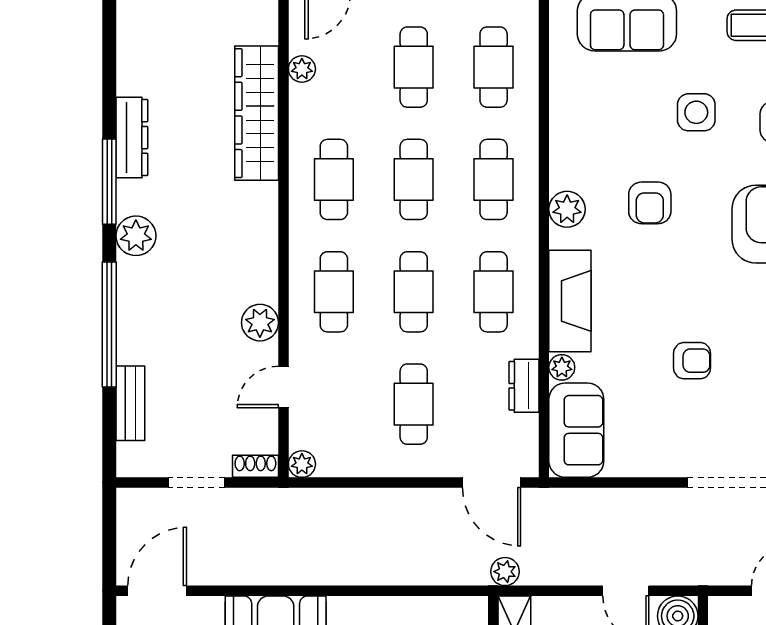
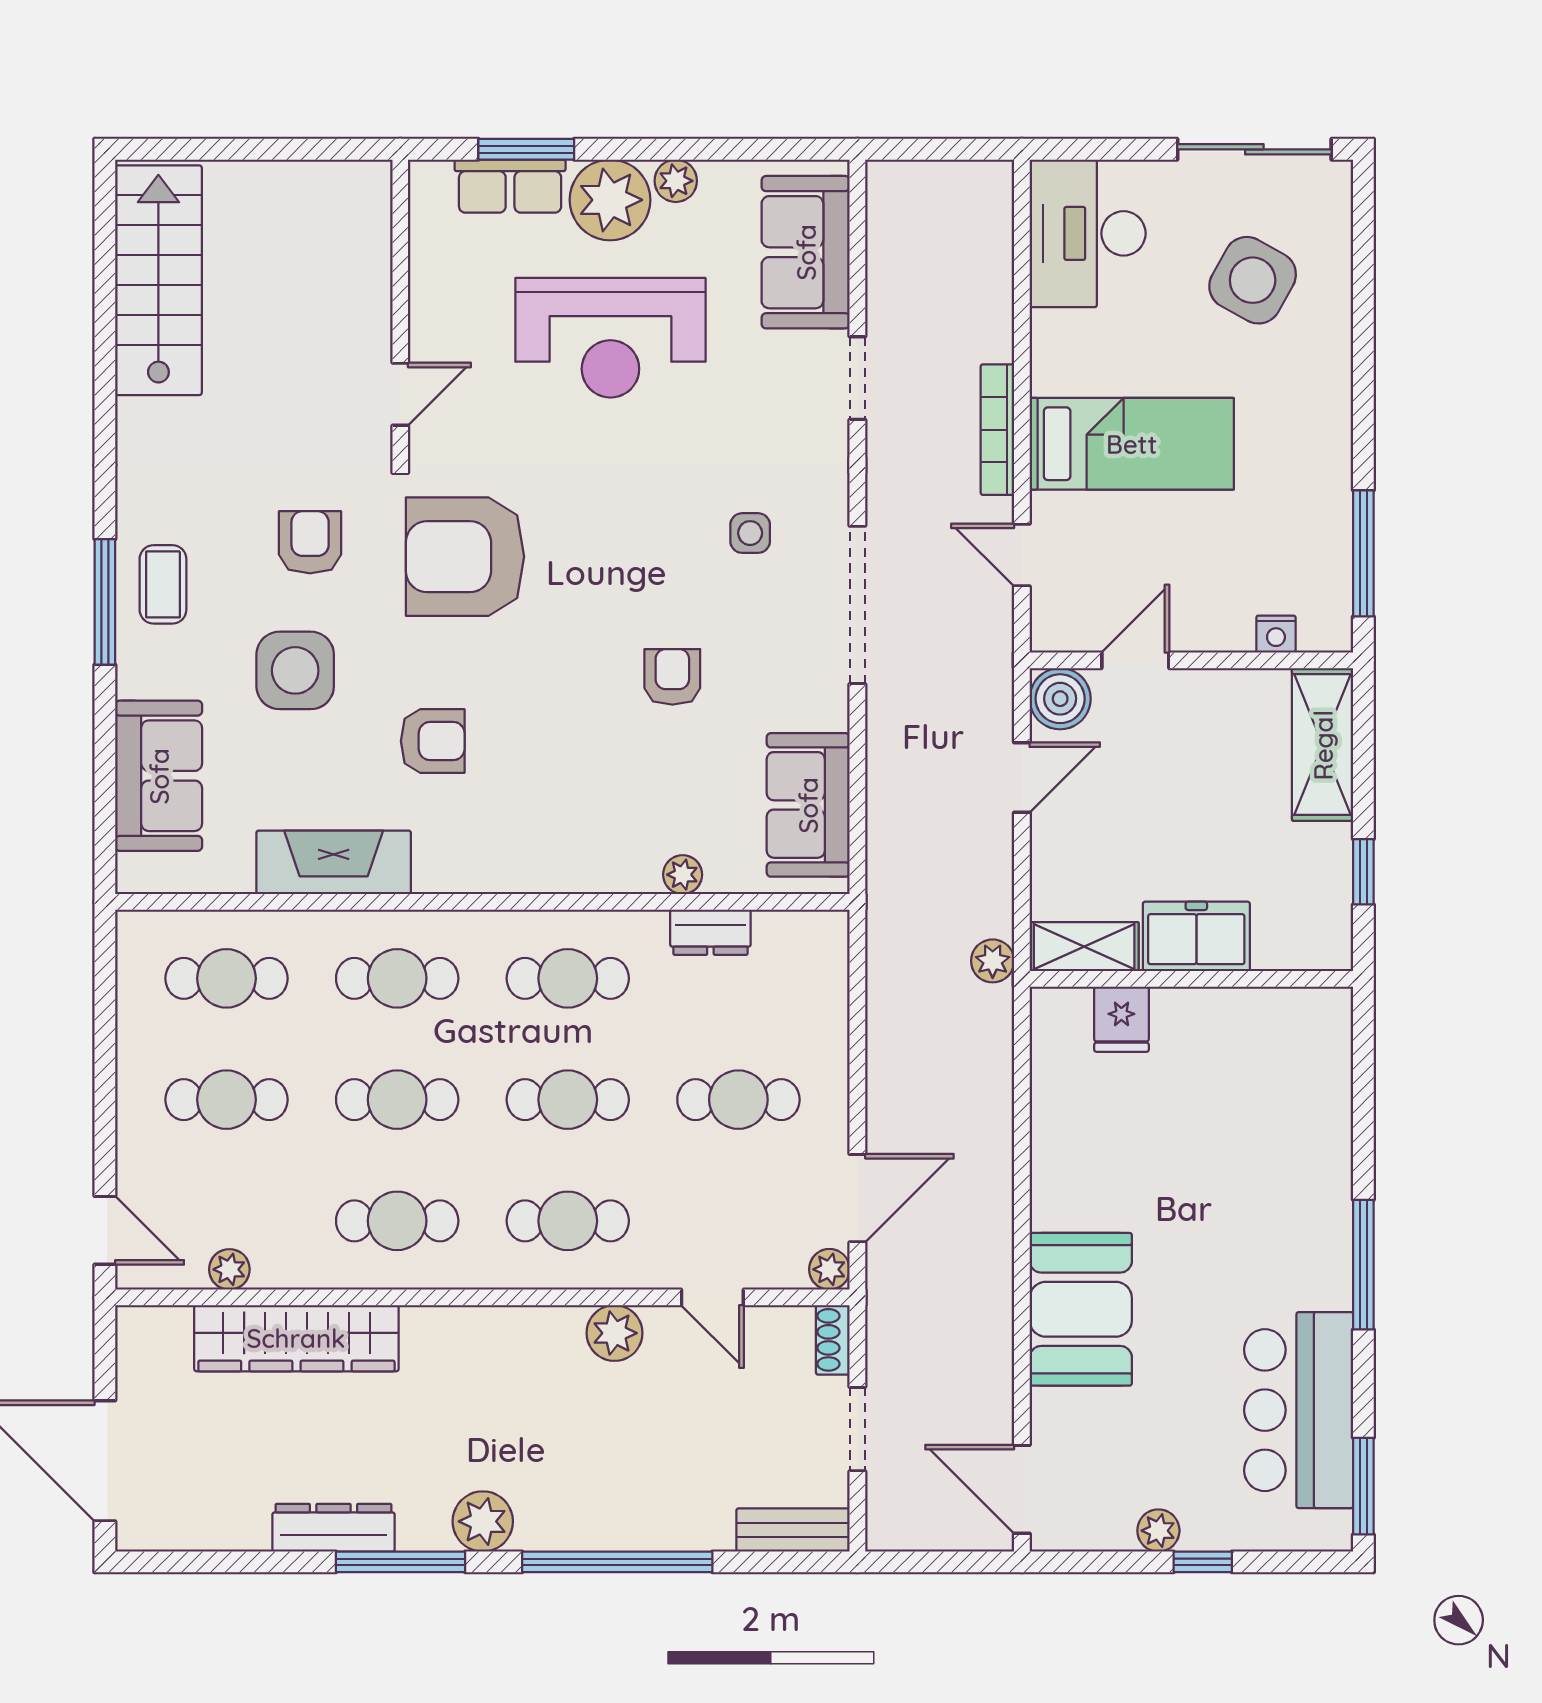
side table: (696, 112) -> (295, 670), width x1.37, depth x1.37
plant: (567, 209) -> (442, 867), removed
fireplace: (570, 301) -> (334, 862), moved
bench: (130, 403) -> (793, 1530), moved
sofa: (576, 430) -> (808, 805), moved, turned -90
door: (491, 483) -> (857, 1198), moved

